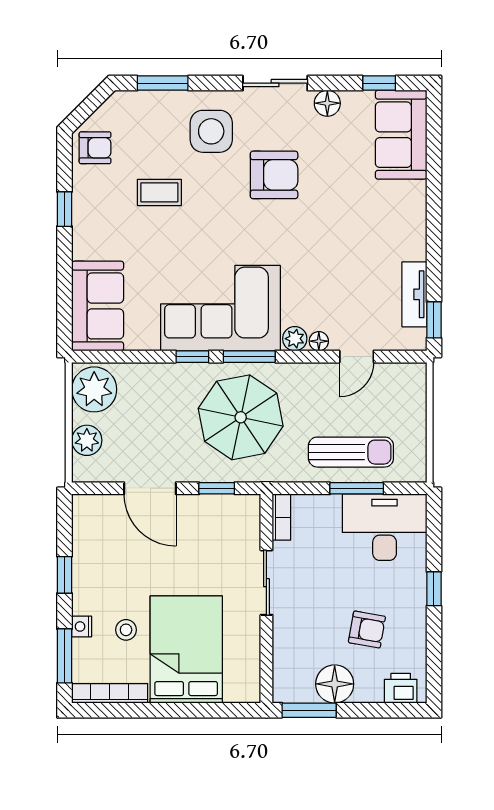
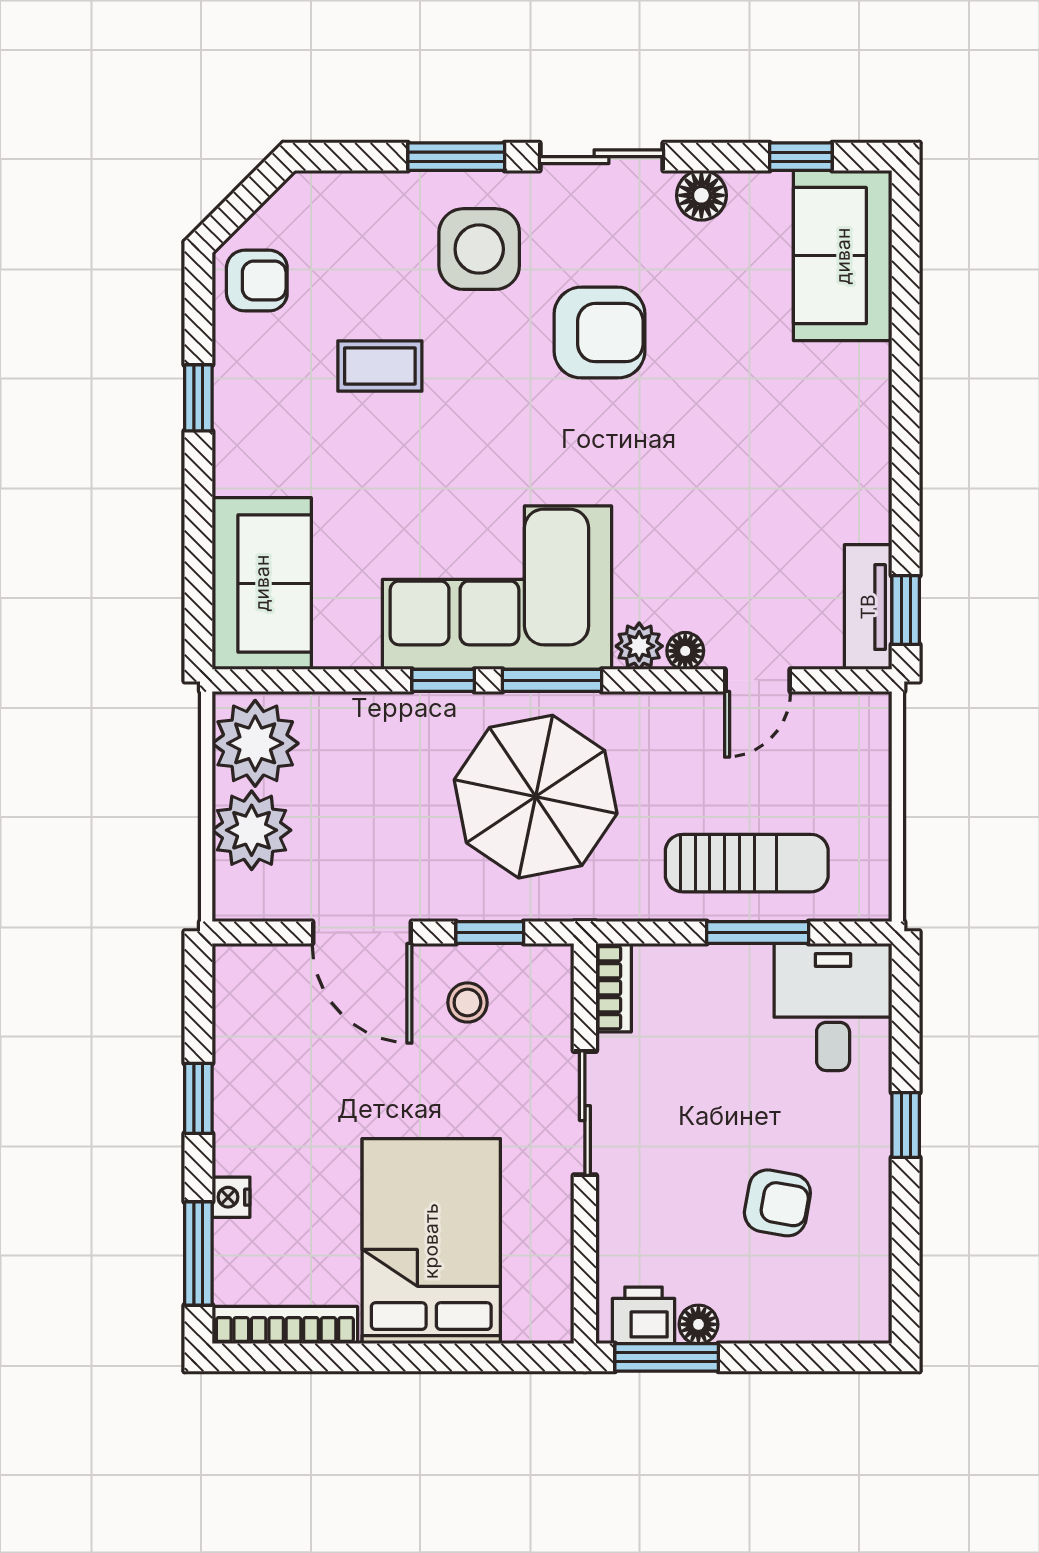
window: (163, 83) -> (456, 157), moved
tv unit: (414, 294) -> (868, 607), moved
plant: (87, 440) -> (252, 830), width x1.36, depth x1.36
desk: (385, 527) -> (833, 1007), width x0.73
stool: (126, 630) -> (467, 1003), moved
floor lamp: (335, 684) -> (698, 1324), width x0.53, depth x0.53
printer: (401, 688) -> (644, 1315), moved

